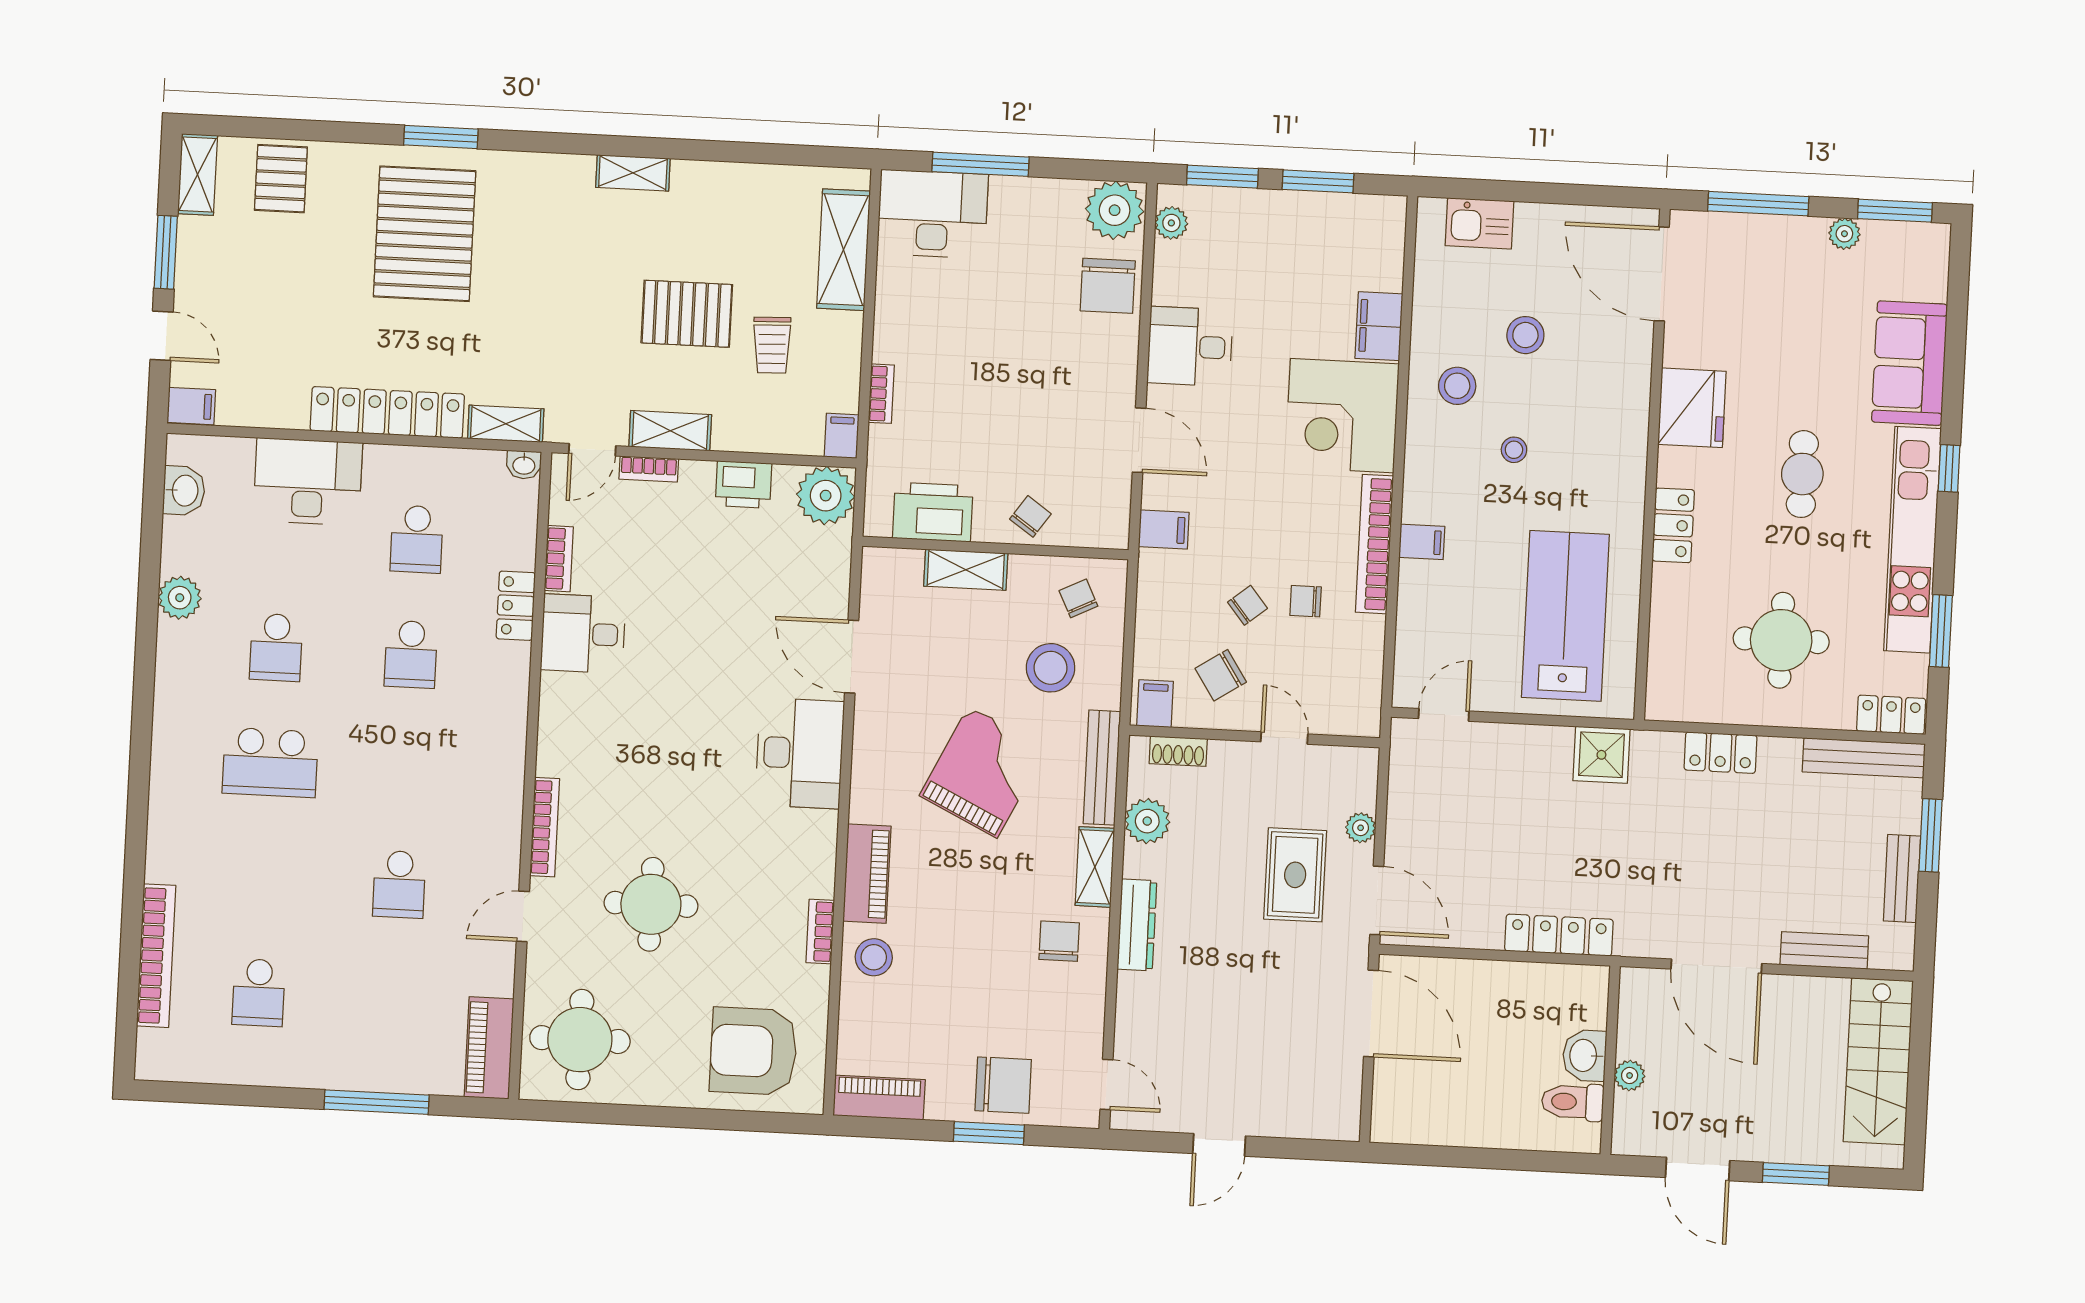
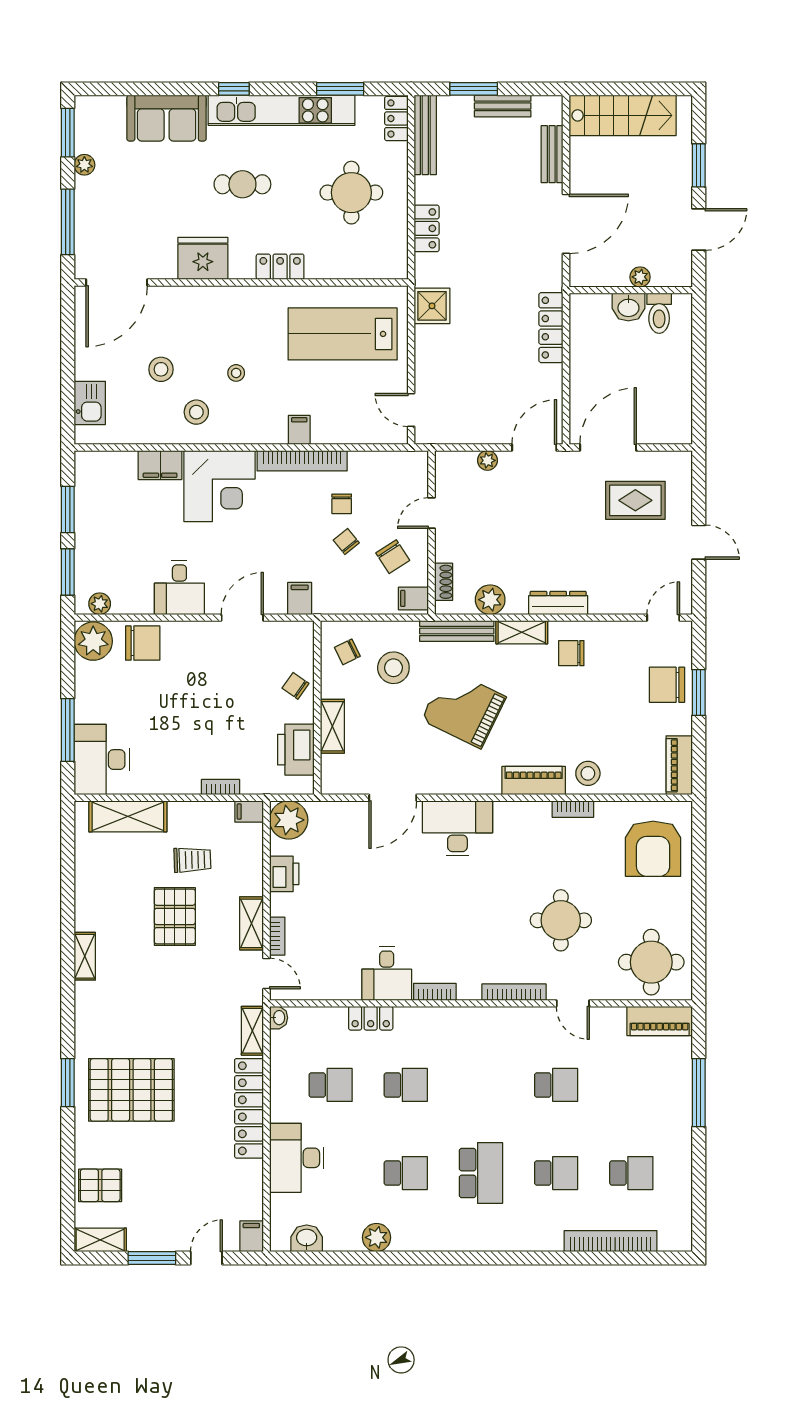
bookcase: (559, 559) -> (435, 992), moved
rug: (1295, 875) -> (635, 500), moved
school desk: (264, 878) -> (556, 1173), added
chair: (1003, 1085) -> (667, 685), turned -90

